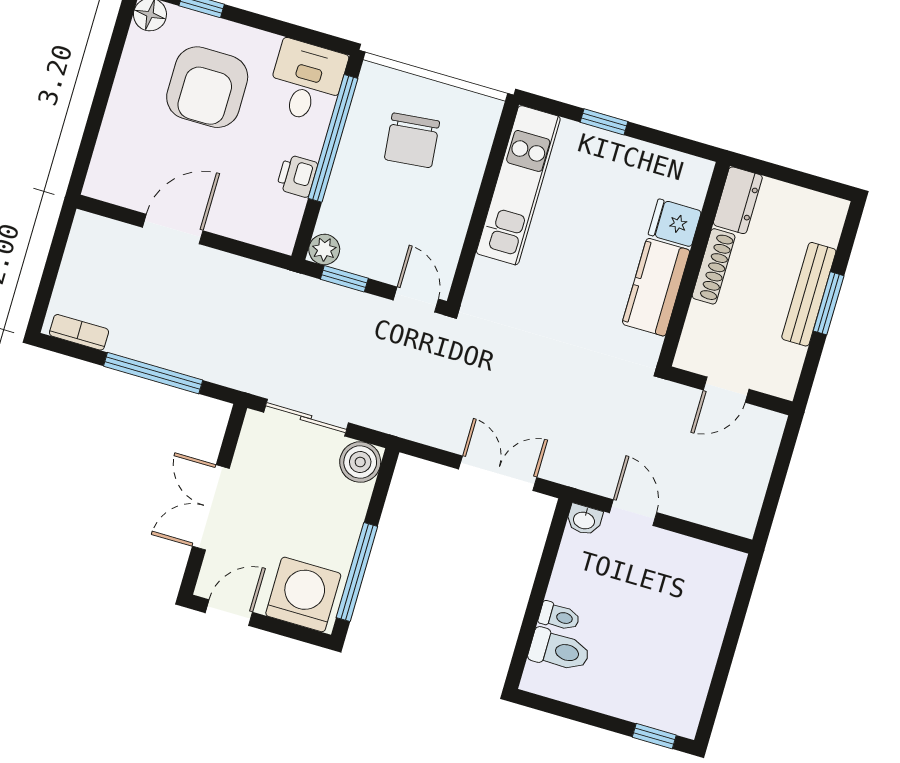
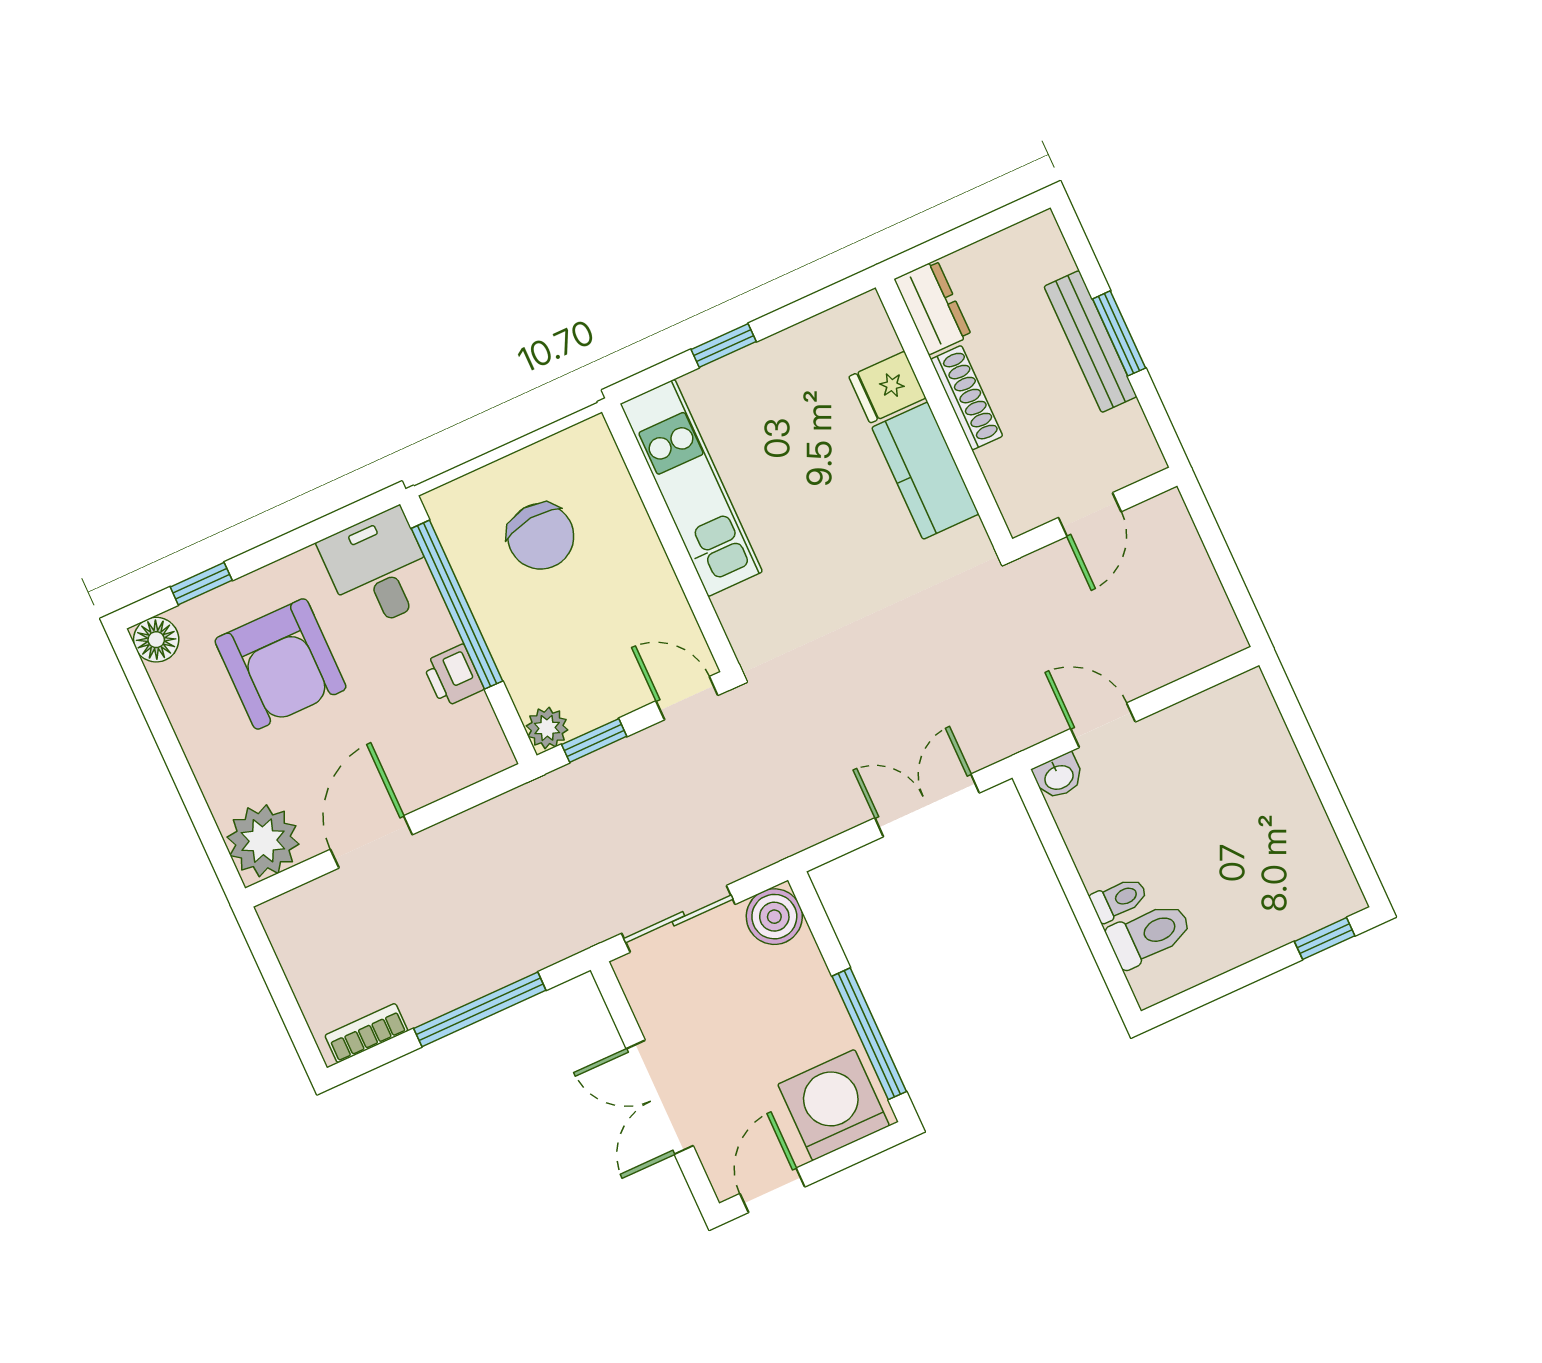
plant: (113, 177) -> (263, 841), added

